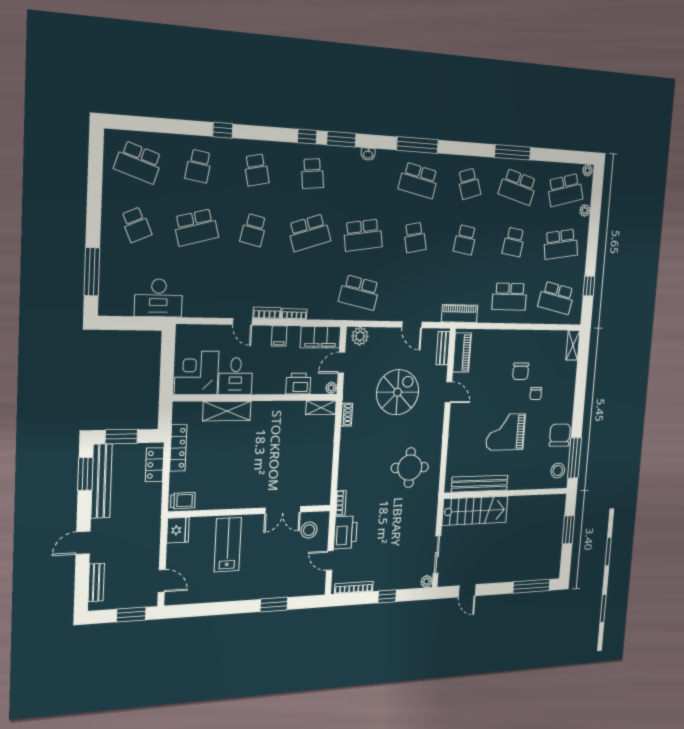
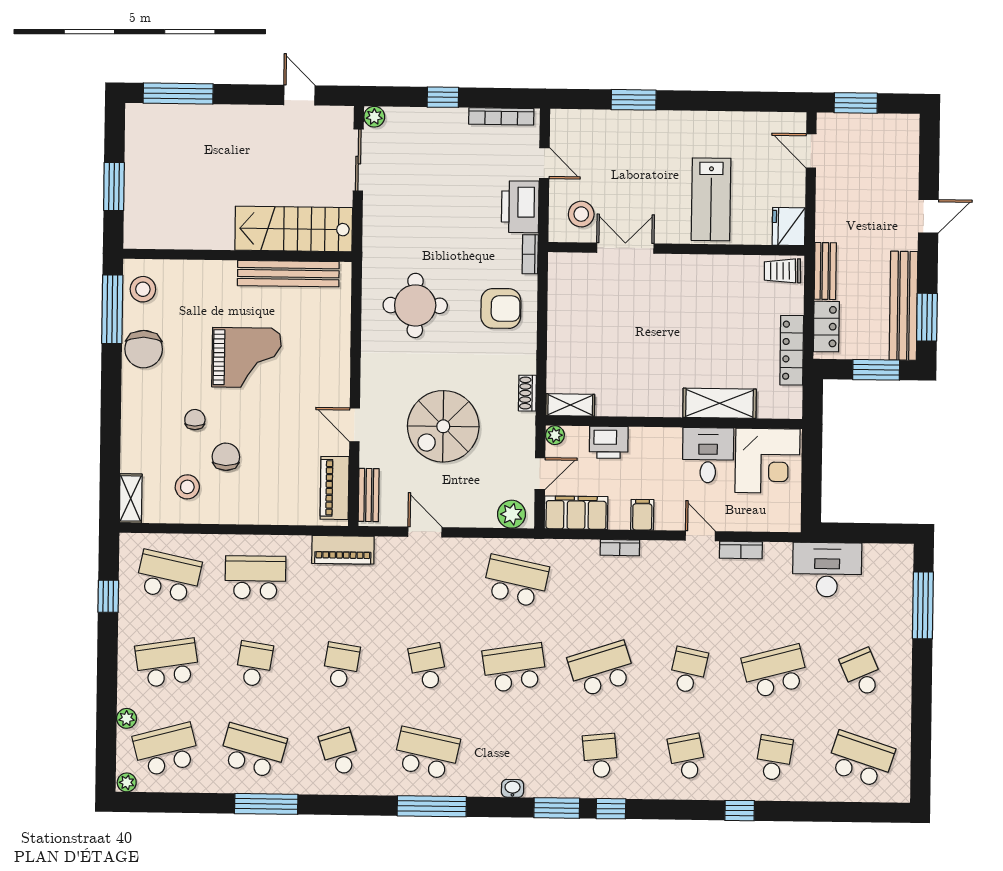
bookcase: (267, 313) -> (741, 550), moved
stool: (543, 353) -> (187, 487), added
armchair: (360, 468) -> (501, 308), added
bench: (96, 583) -> (825, 271), moved

